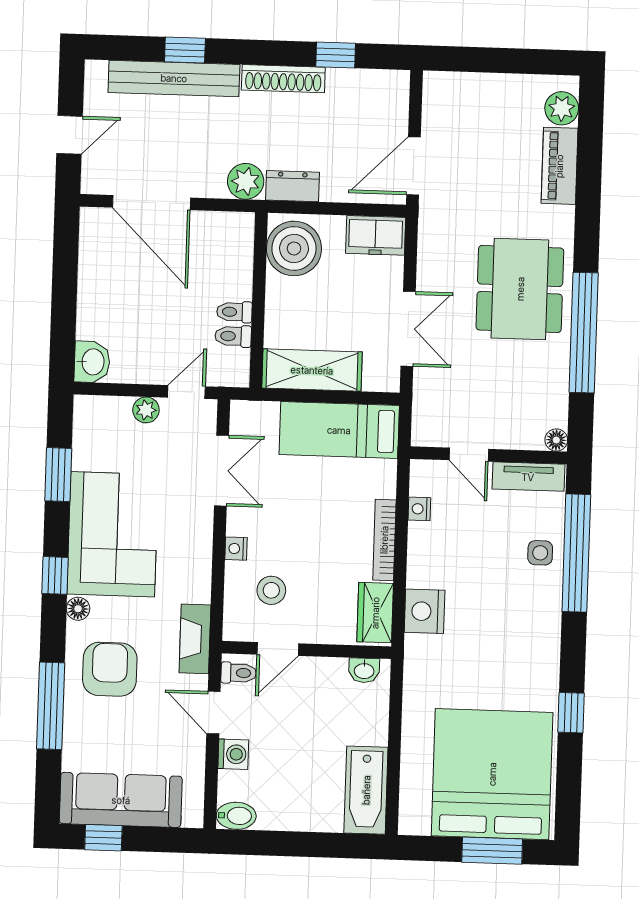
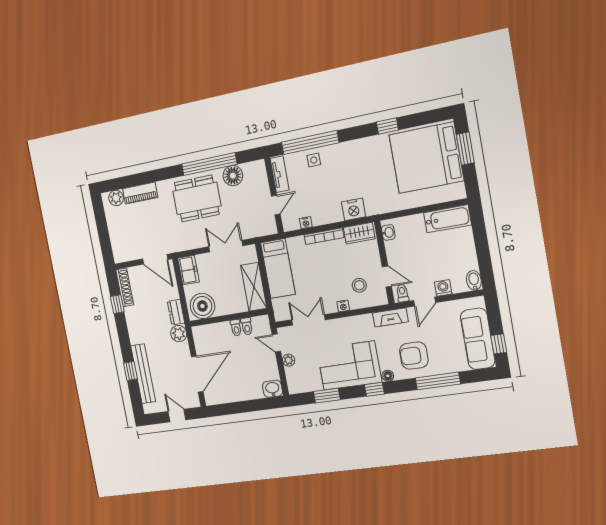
shoe rack: (283, 79) -> (125, 287), moved
floor lamp: (556, 440) -> (233, 176), moved, width x1.89, depth x1.89

